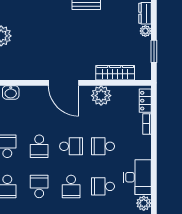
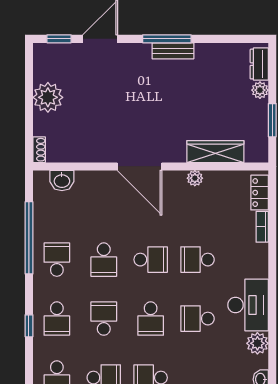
plant: (101, 96) -> (195, 178), width x0.53, depth x0.53

